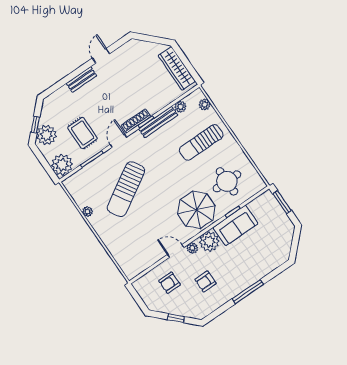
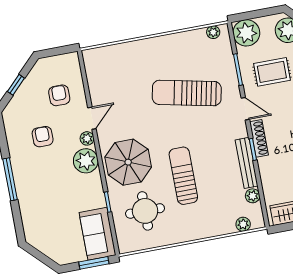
sun lounger: (201, 142) -> (183, 176), moved
sun lounger: (126, 189) -> (187, 93), turned -47
plant: (87, 212) -> (213, 32), moved
sofa: (236, 225) -> (97, 234), moved

